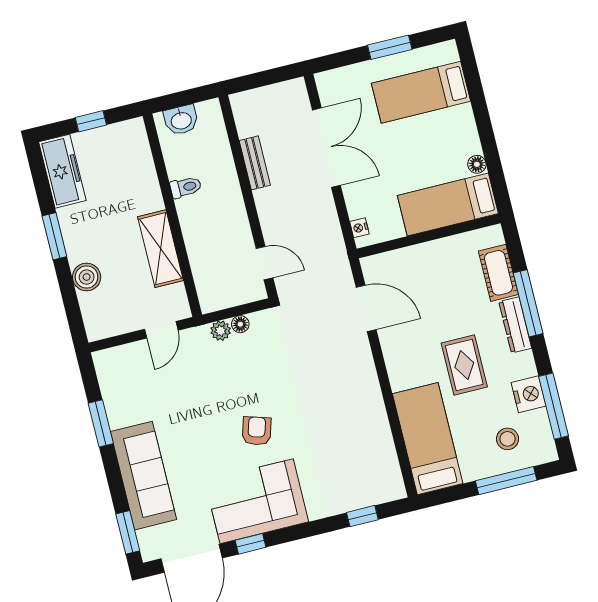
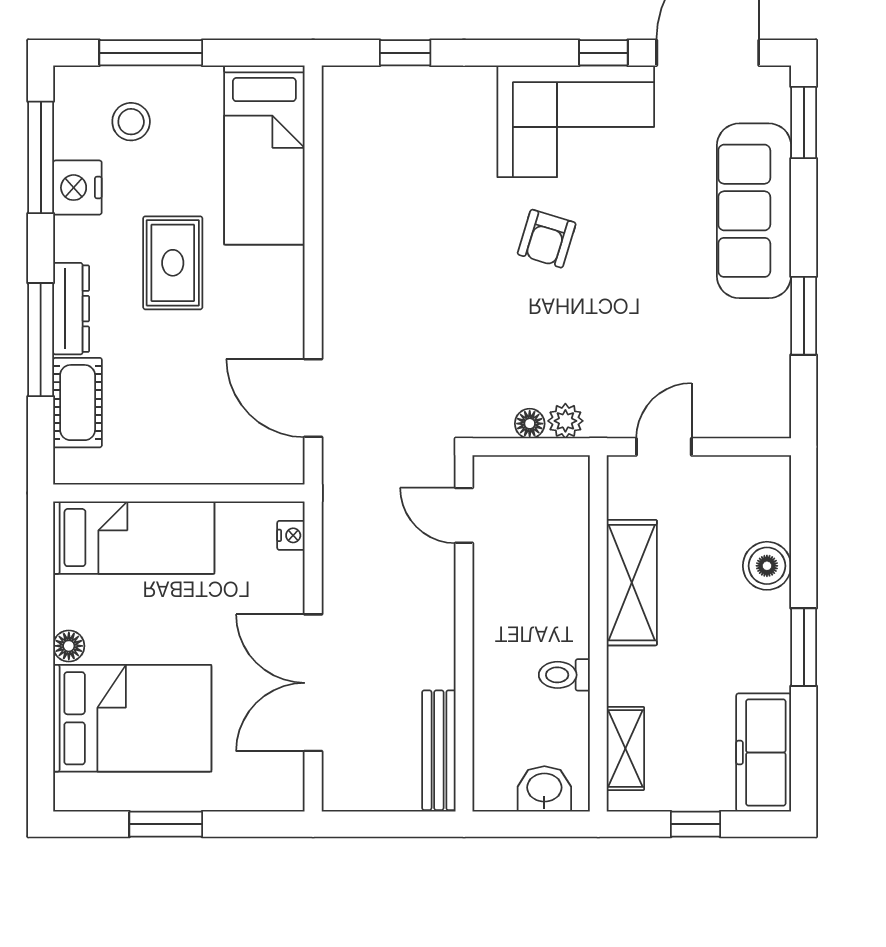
bed: (421, 92) -> (132, 718), width x1.50
shelving: (141, 154) -> (625, 748), added
bench: (255, 163) -> (439, 750), moved, width x1.36
floor lamp: (477, 164) -> (69, 646), moved

